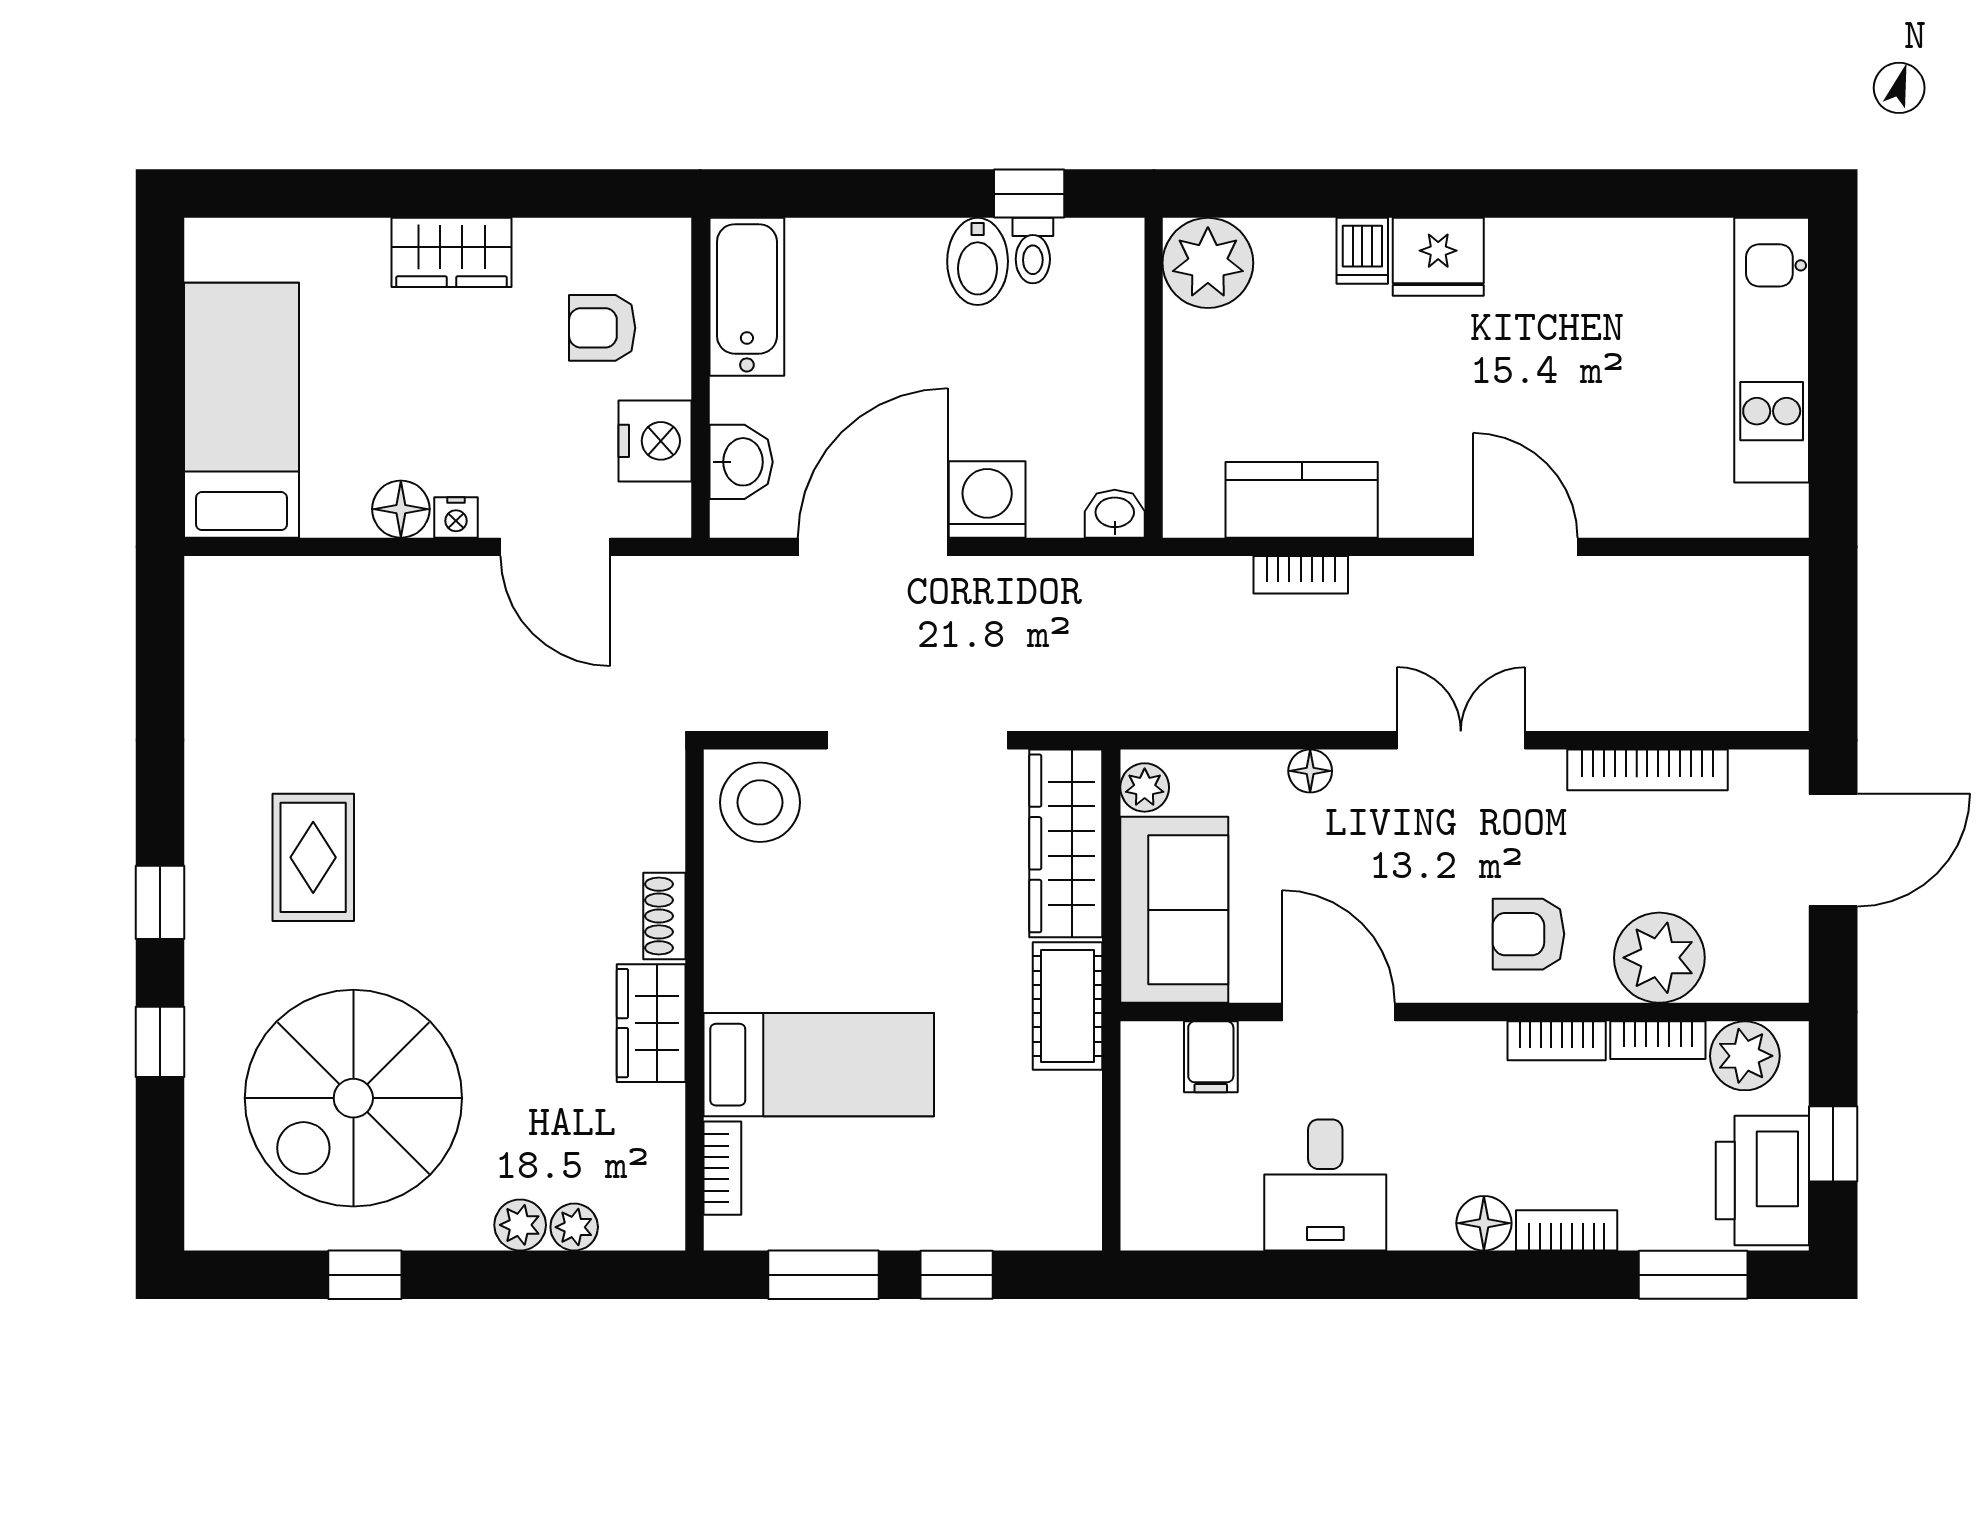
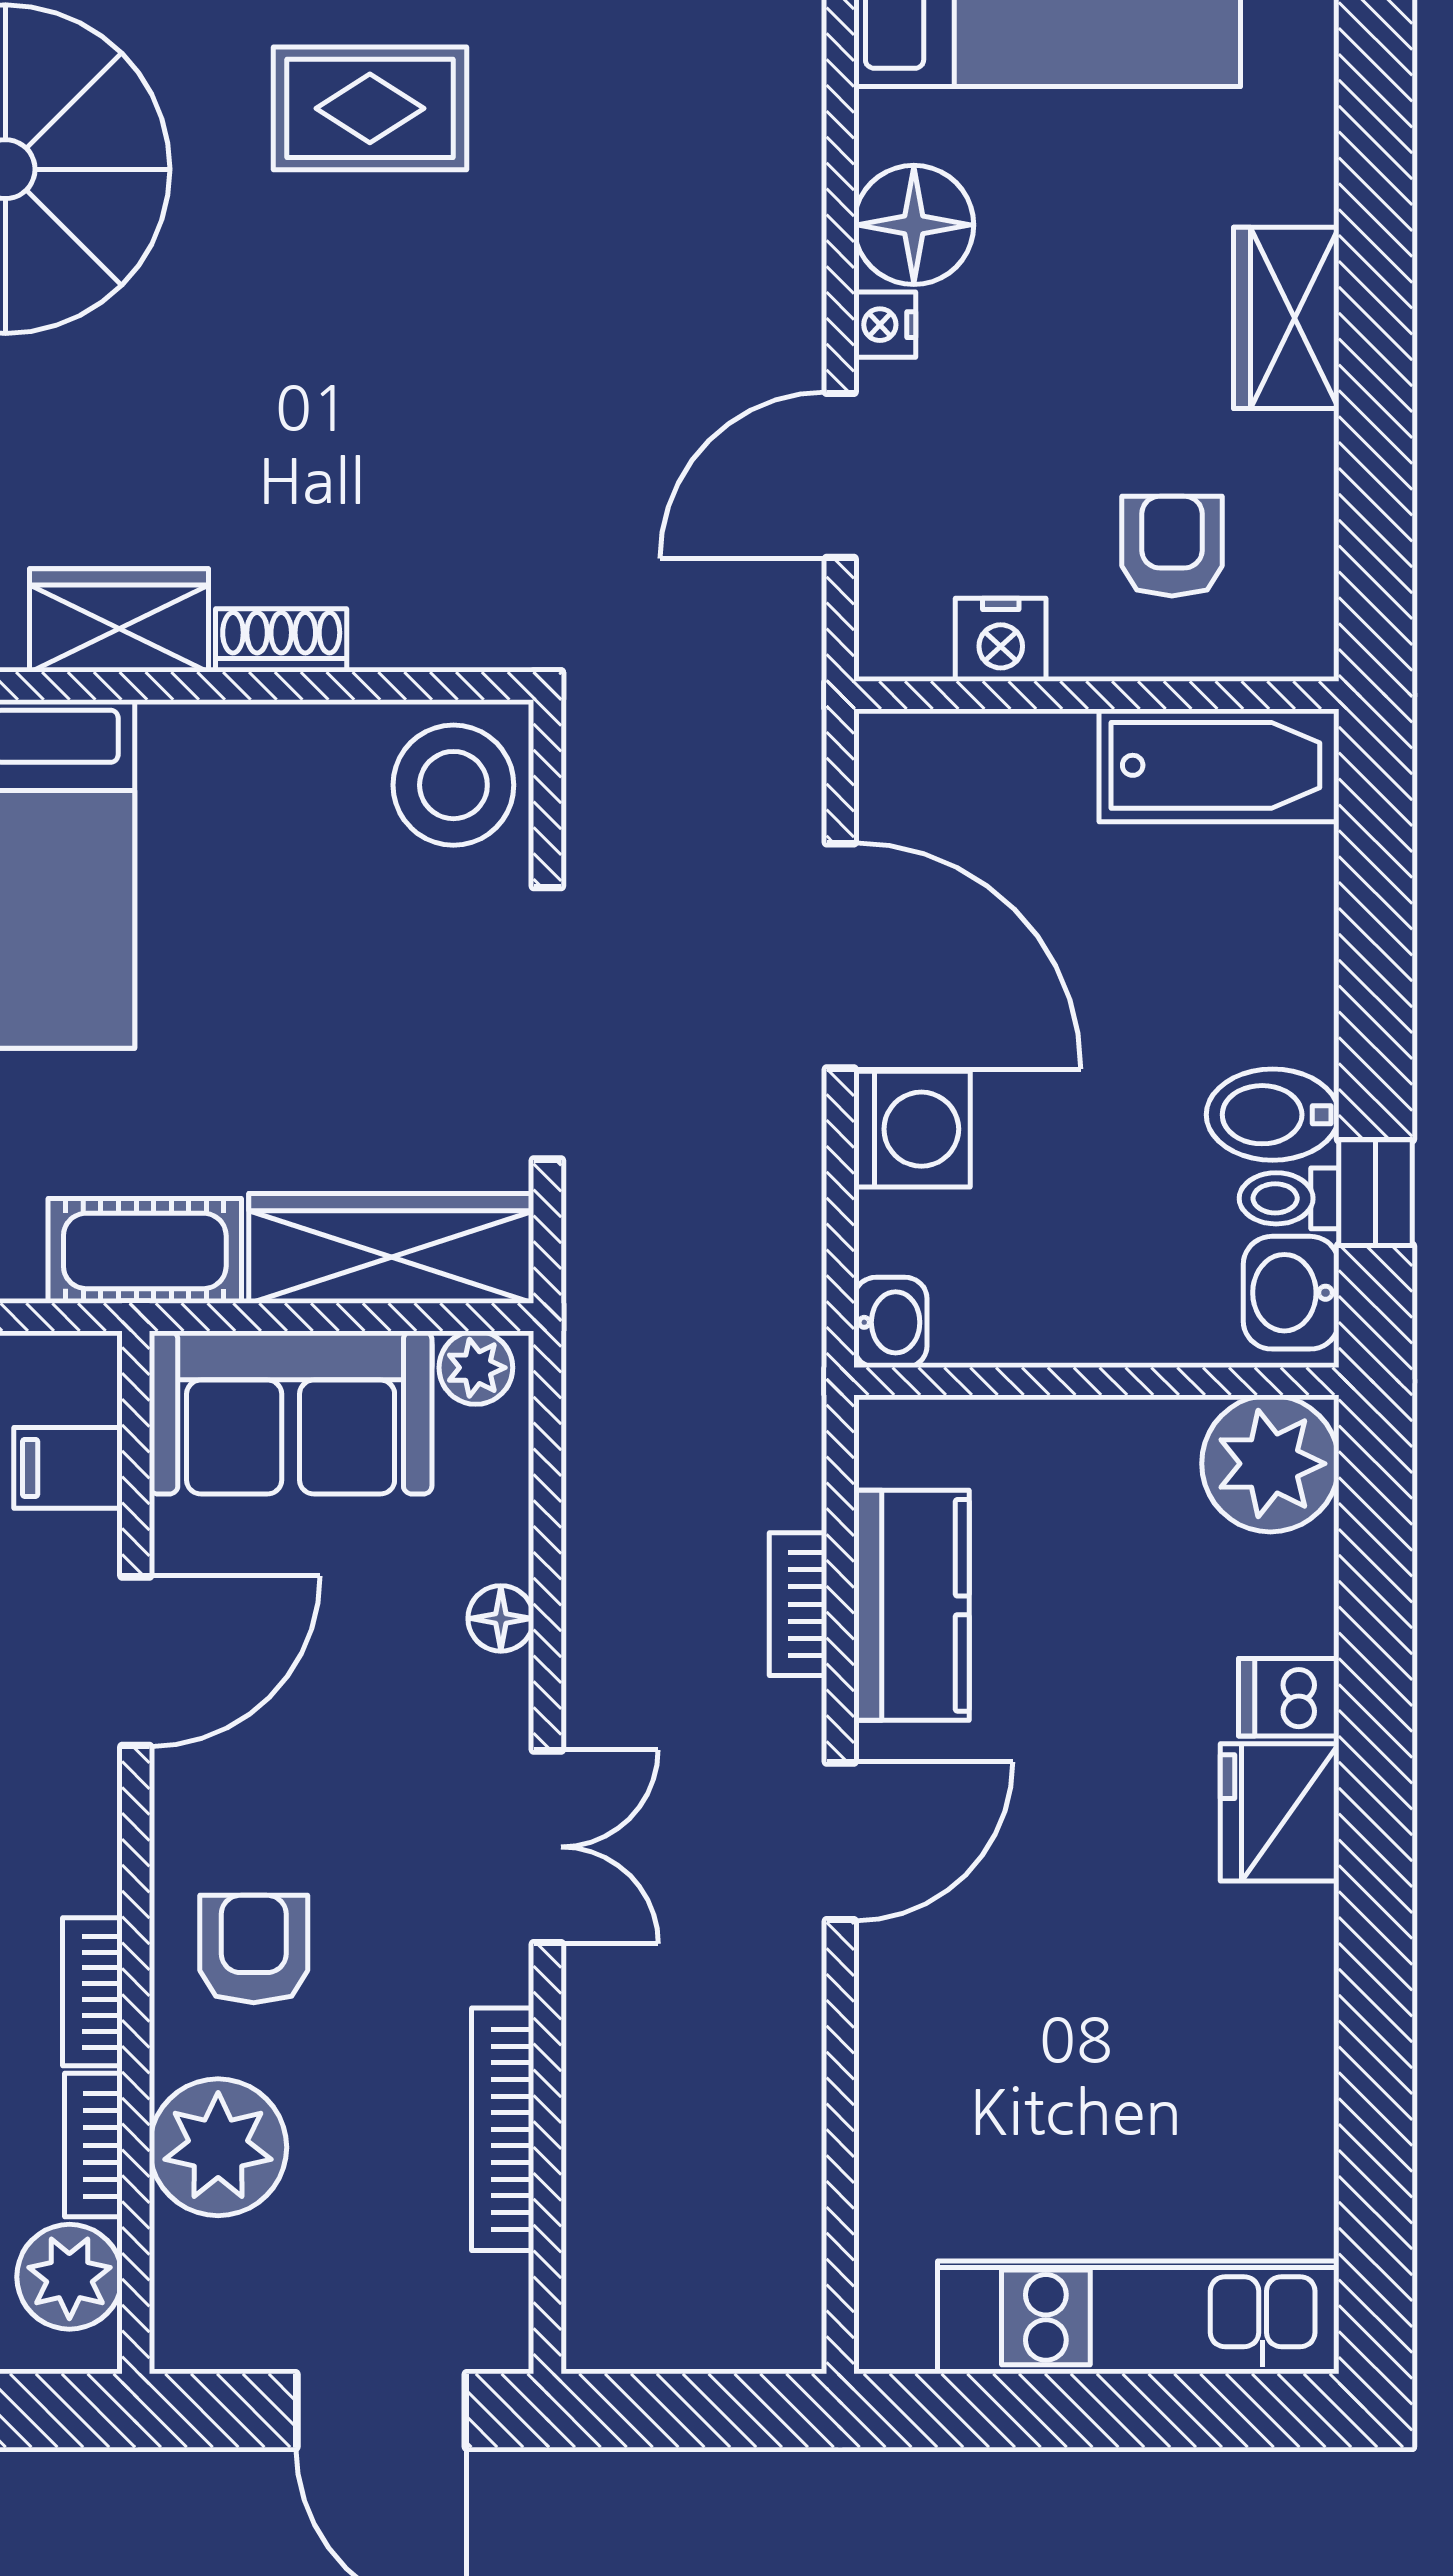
nightstand: (655, 441) -> (1001, 640), width x0.74, depth x0.75
washbasin: (741, 462) -> (1291, 1293), moved, turned 90
floor lamp: (401, 509) -> (914, 225), width x1.38, depth x1.38
door: (1525, 547) -> (840, 1841), moved

